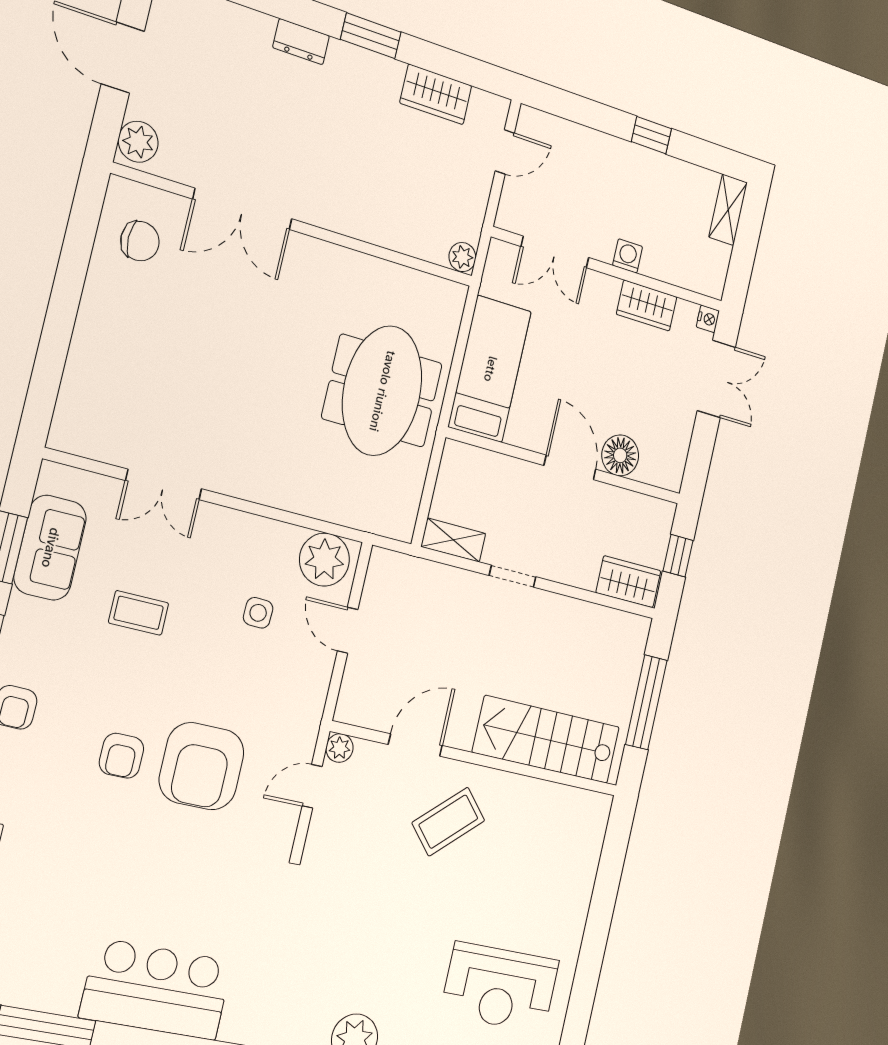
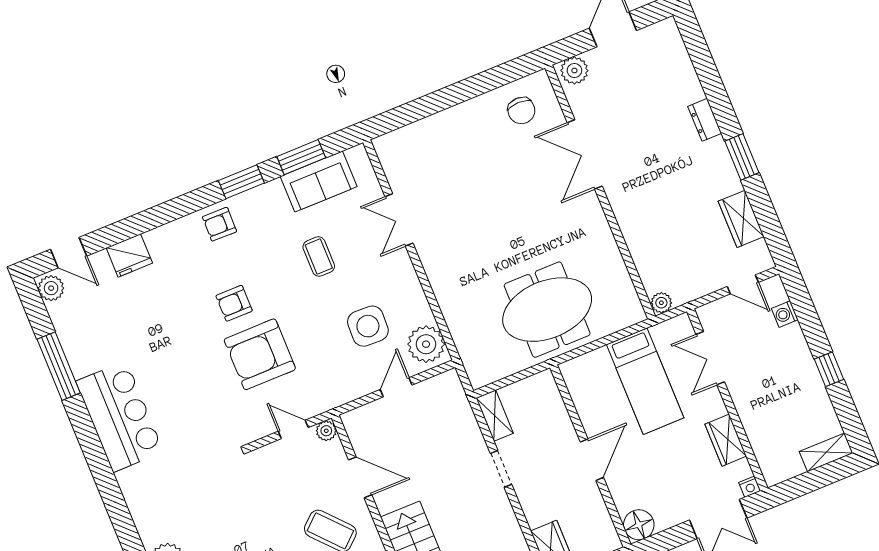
washing machine: (628, 256) -> (785, 314), moved, turned 180
bed: (490, 369) -> (645, 381), moved, turned 90
floor lamp: (620, 455) -> (639, 525), moved
side table: (258, 613) -> (368, 326), width x1.87, depth x1.87

